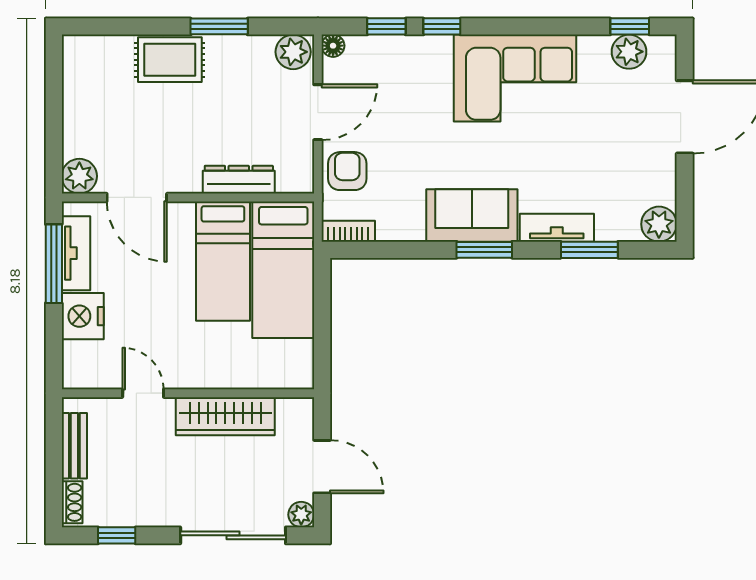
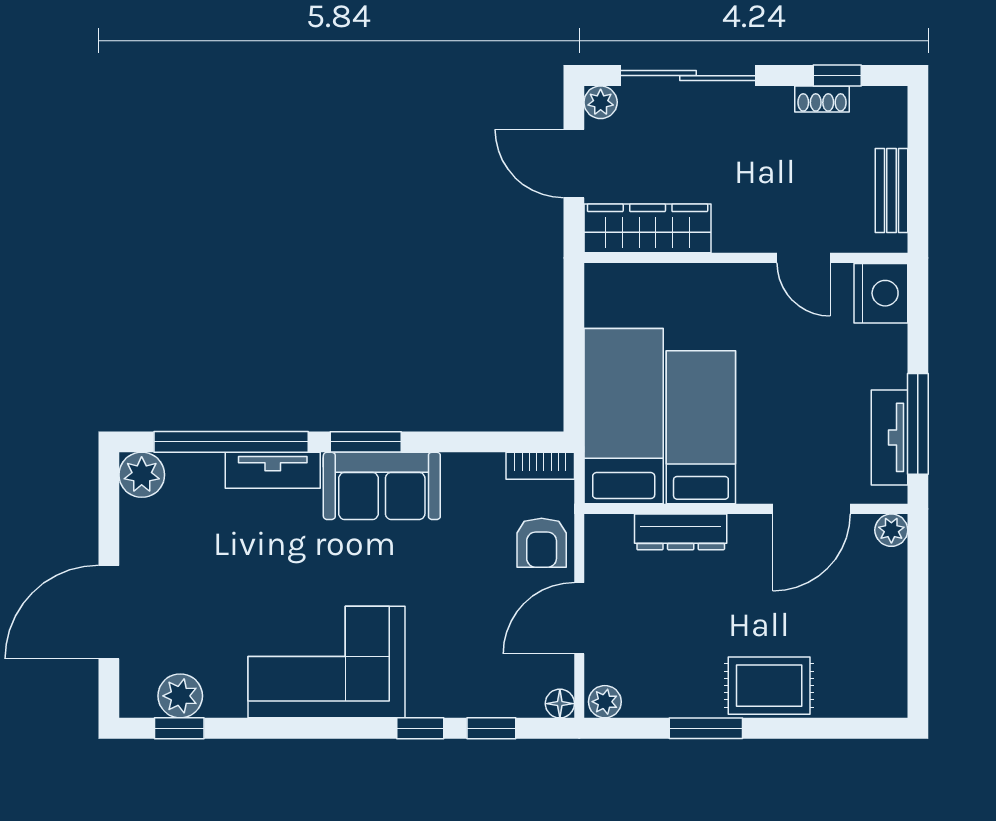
plant: (293, 52) -> (605, 702), width x0.73, depth x0.73
plant: (79, 176) -> (891, 530), width x0.73, depth x0.73
door: (137, 197) -> (811, 509), swing flipped
window: (589, 250) -> (231, 442), width x2.11
nightstand: (83, 316) -> (881, 293), moved
wardrobe: (225, 416) -> (648, 228), moved
shoe rack: (72, 502) -> (822, 99), moved, turned -90

